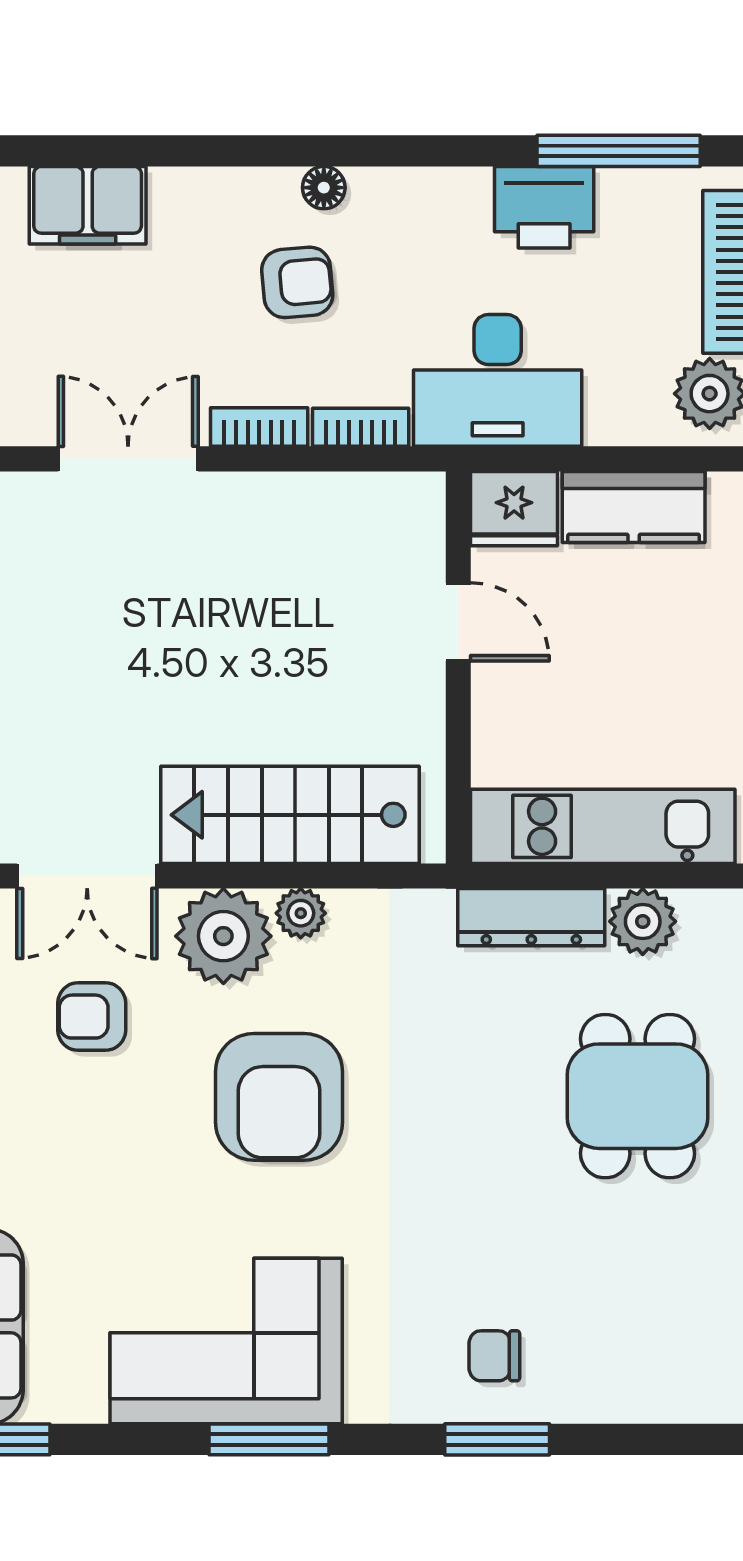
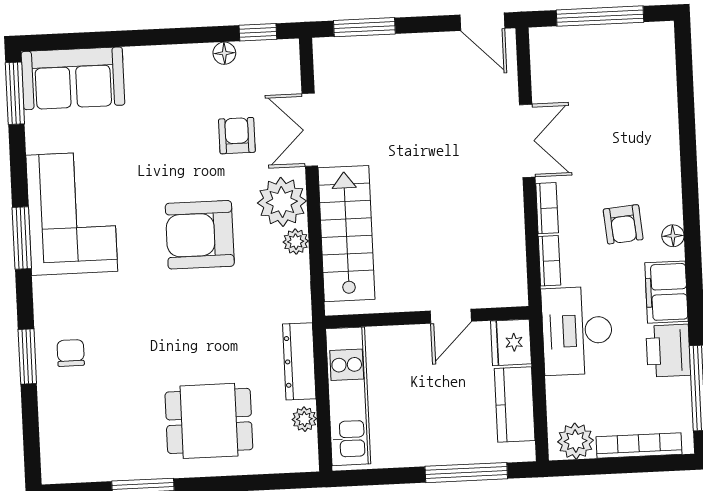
filing cabinet: (88, 205) -> (666, 292), moved
plant: (643, 921) -> (304, 419), width x0.73, depth x0.73

